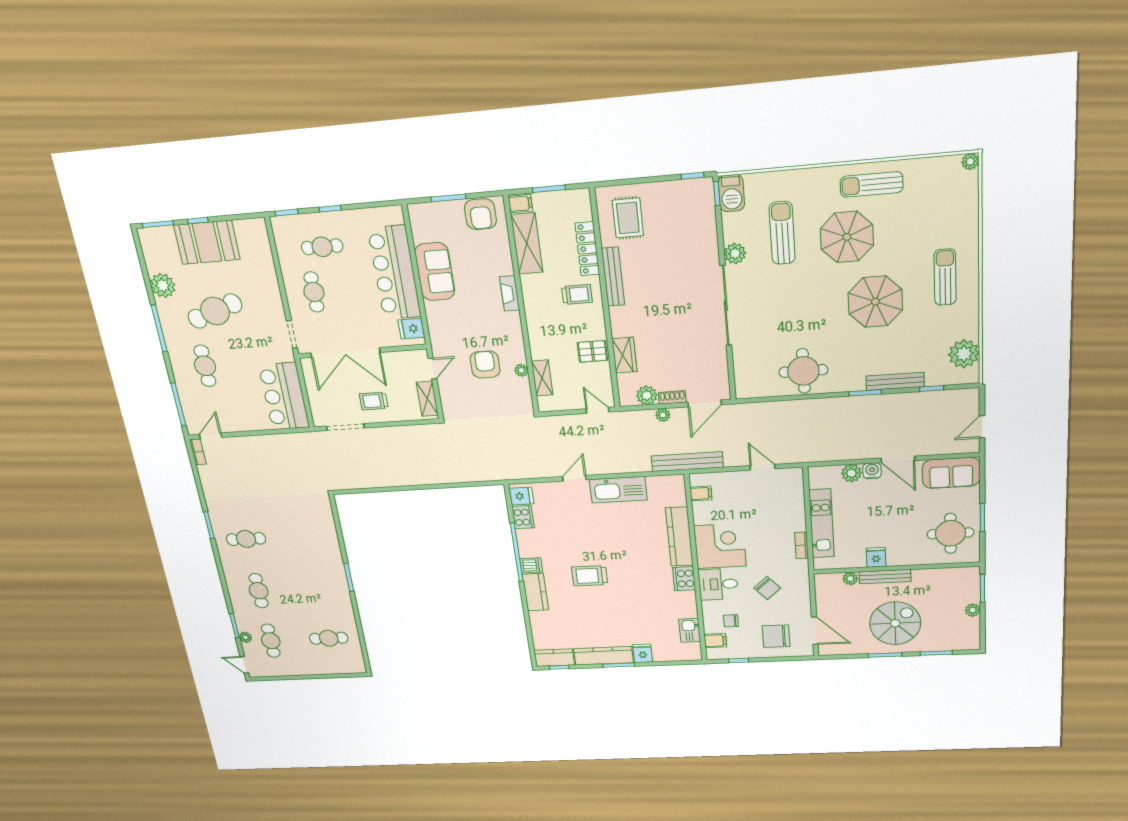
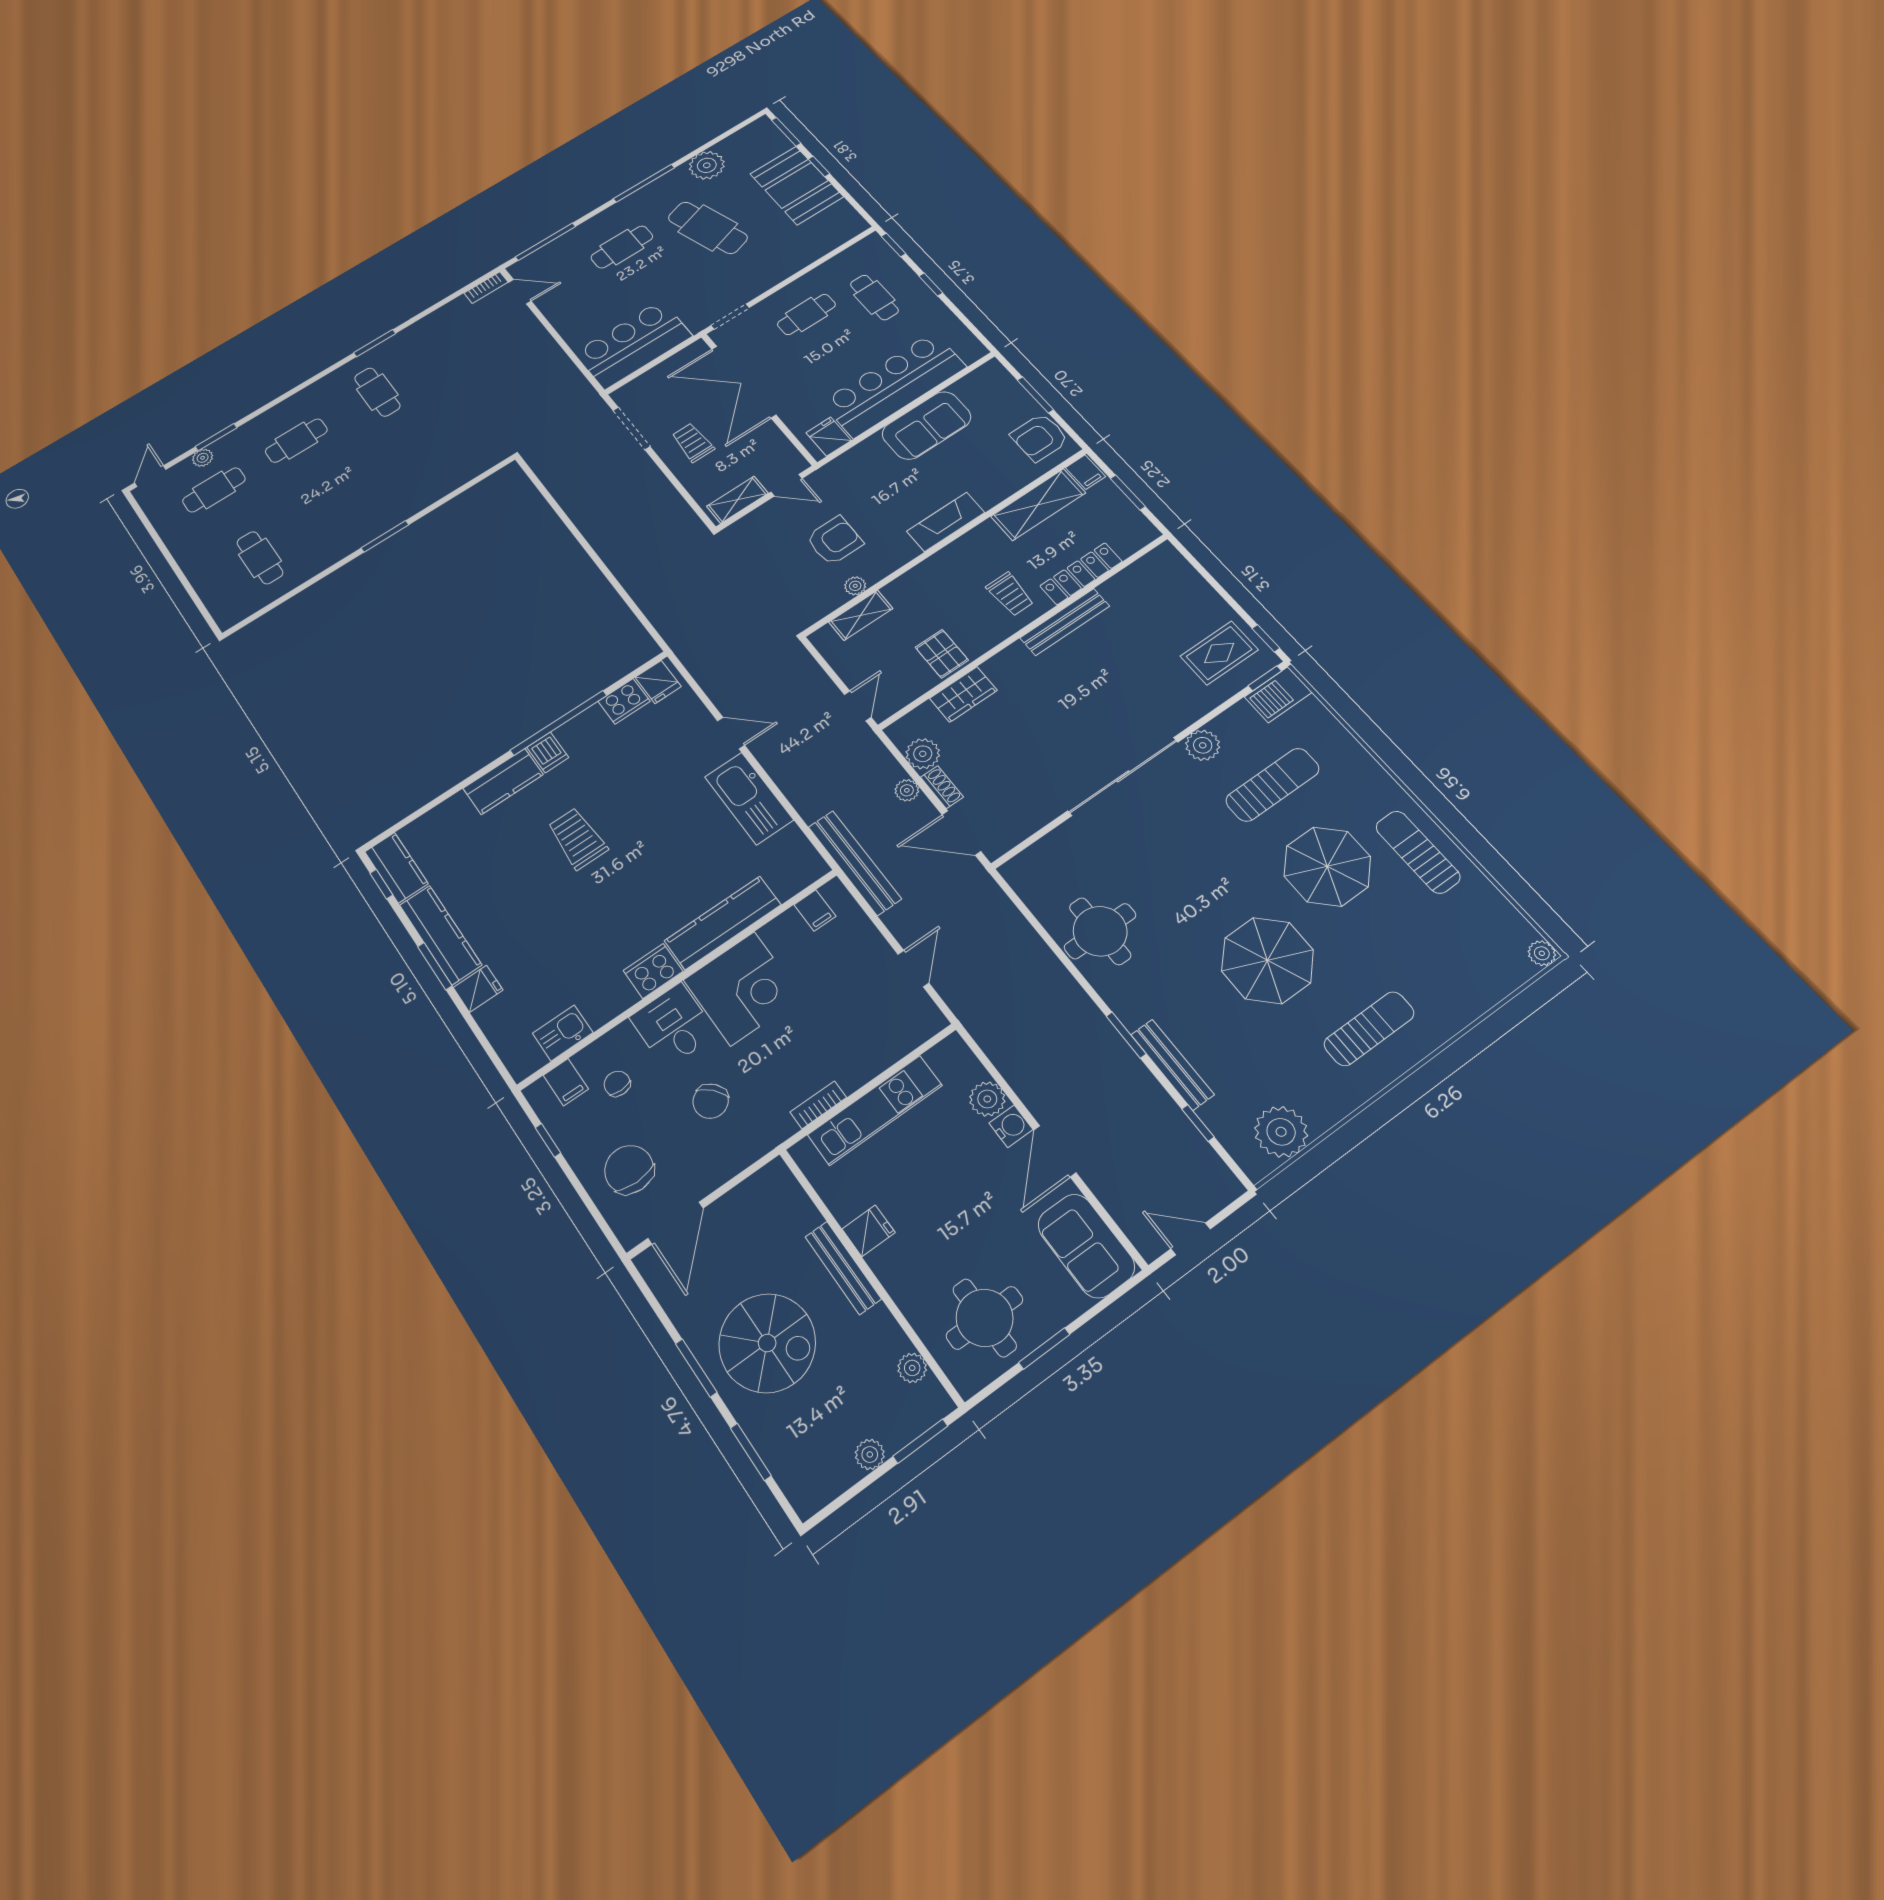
rug: (628, 218) -> (1219, 653), moved
fireplace: (510, 293) -> (946, 522), width x1.37, depth x1.32
plant: (850, 579) -> (912, 1368), moved

